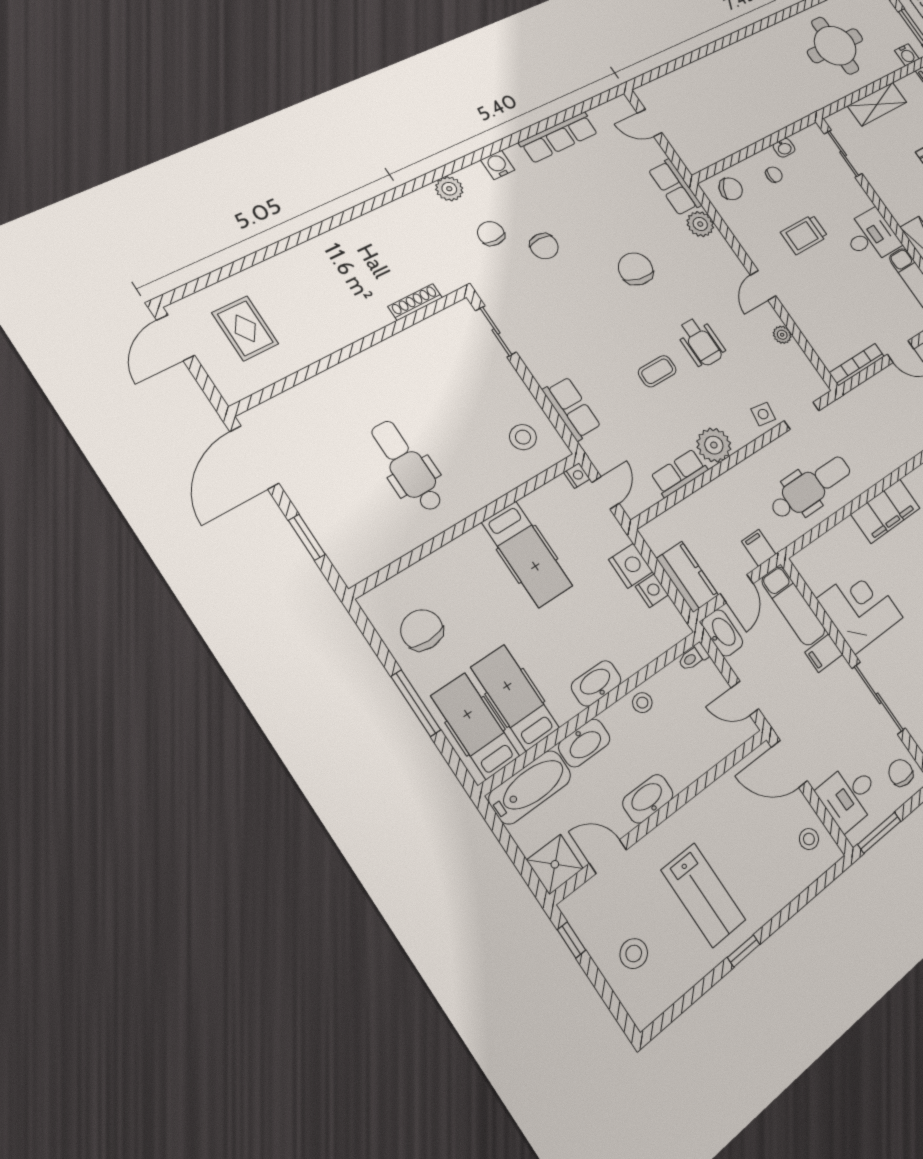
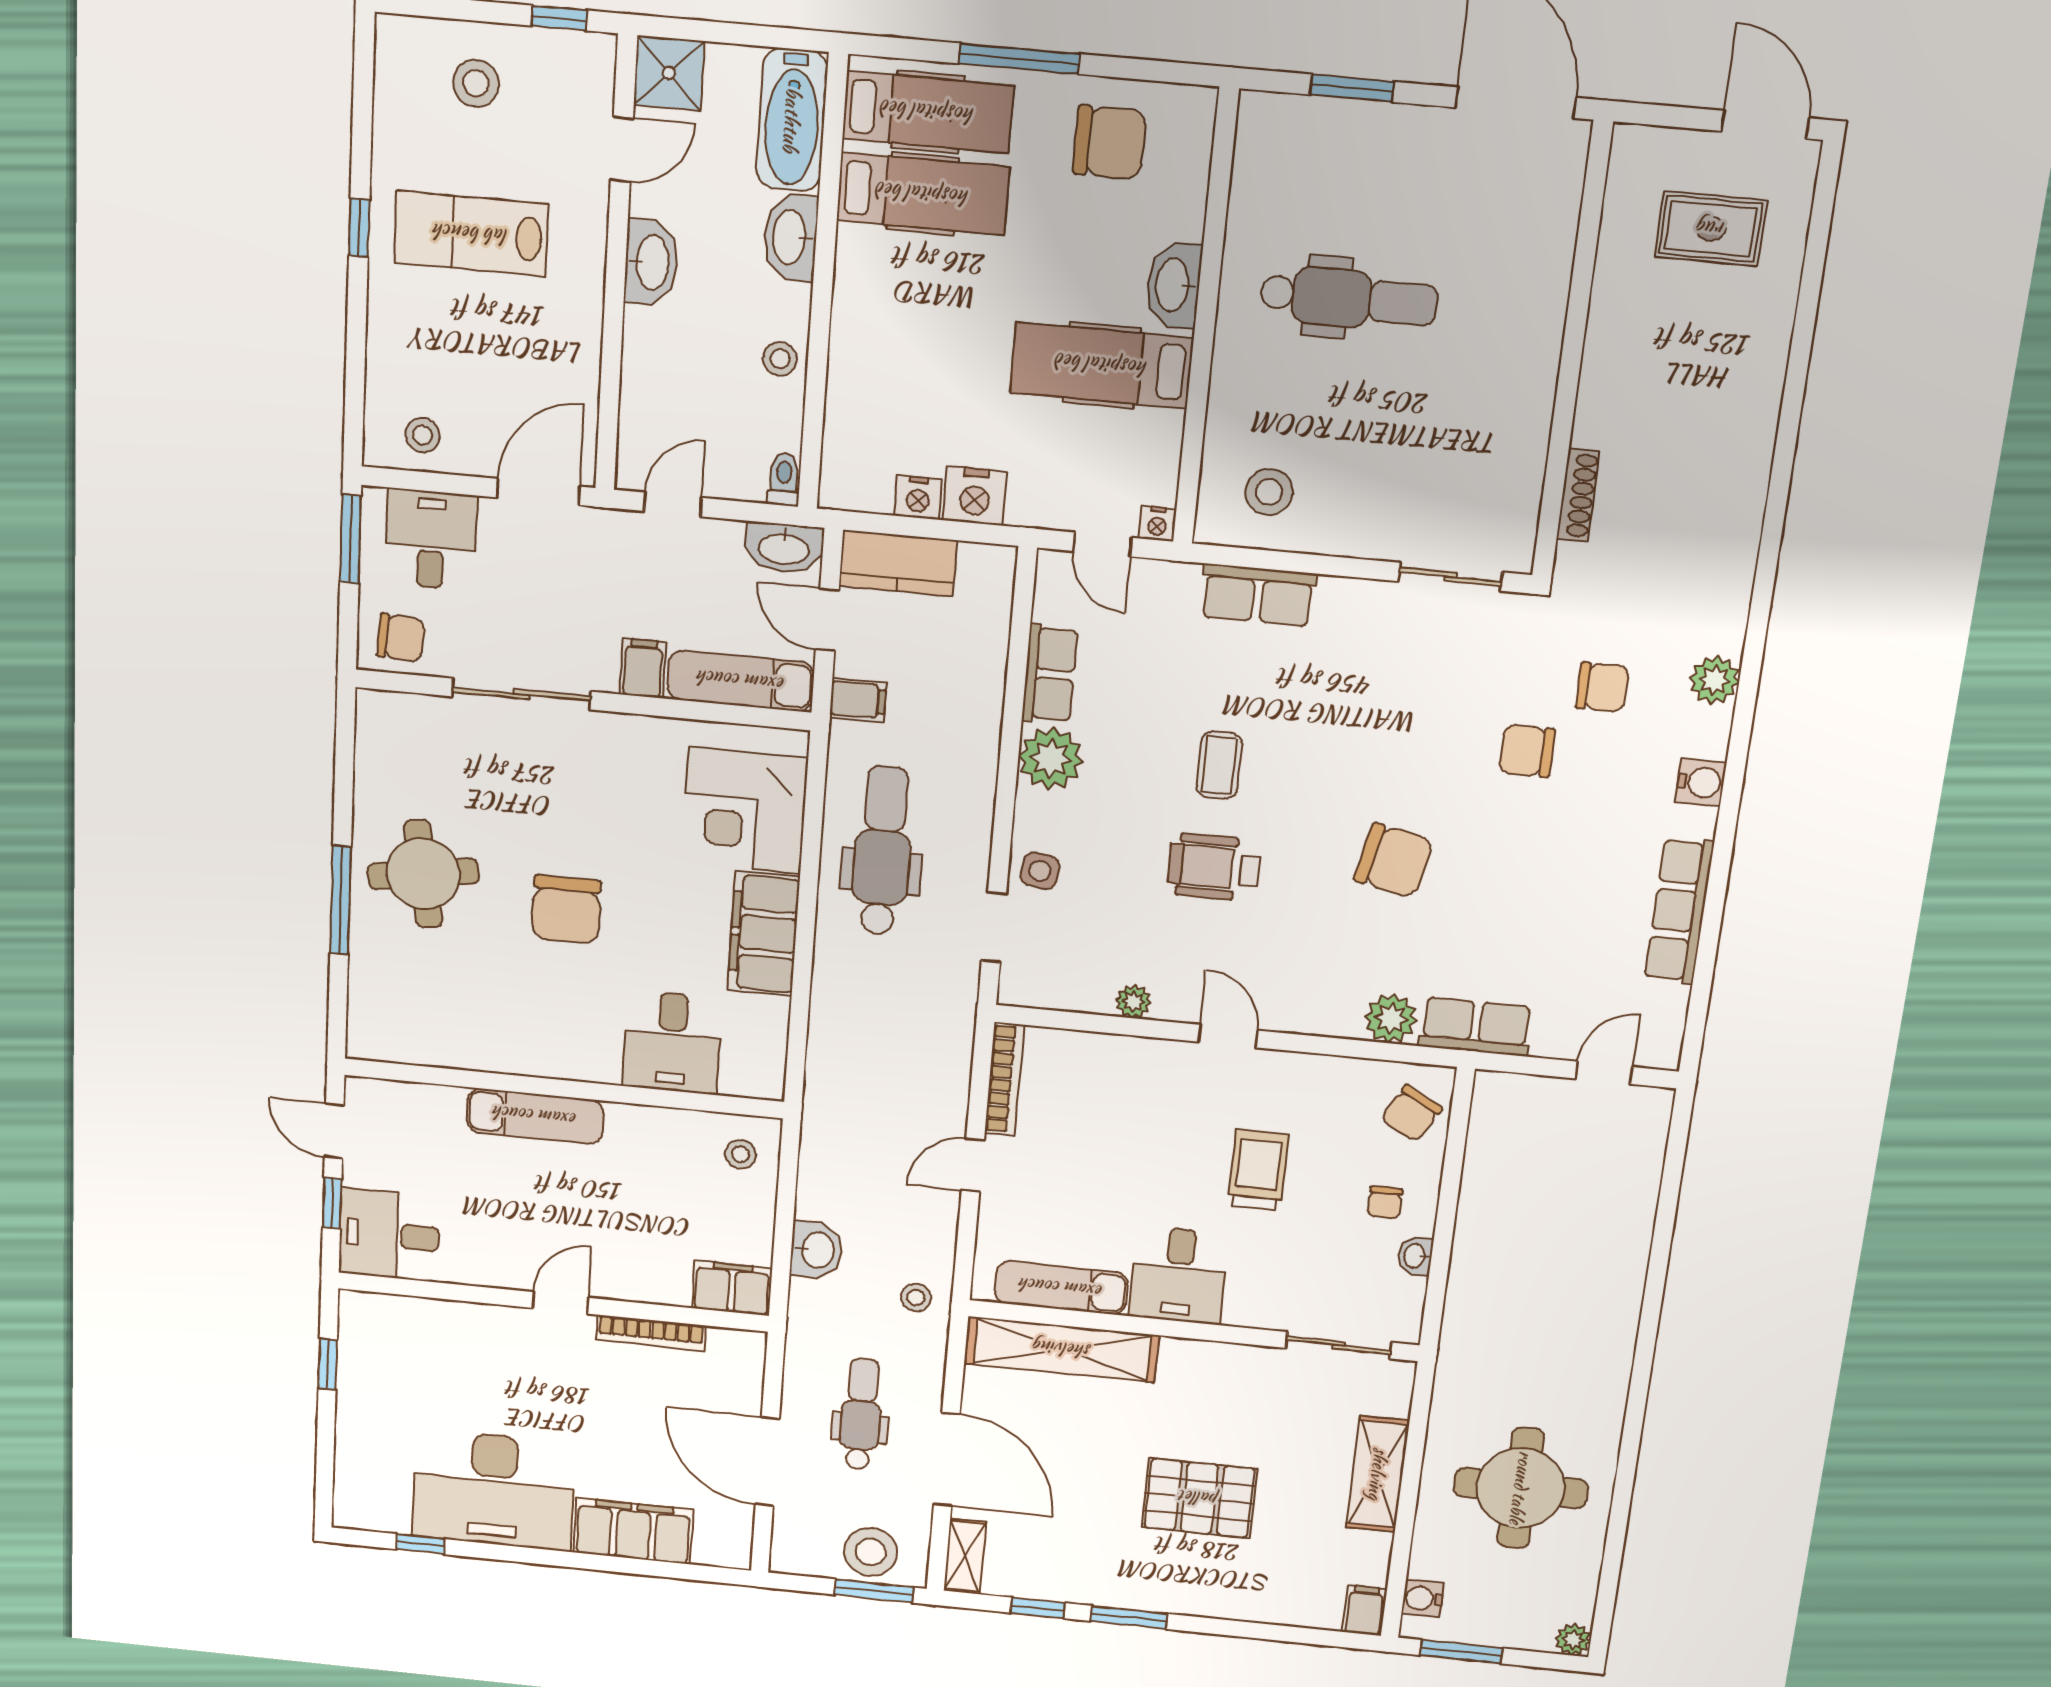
dental chair: (811, 487) -> (883, 851), turned 180
corner desk: (860, 608) -> (745, 810), moved, turned 90
washbasin: (596, 683) -> (1174, 285), moved, turned 180

